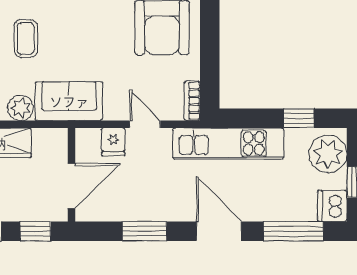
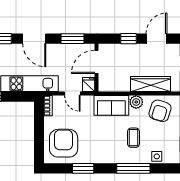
wall: (72, 175) -> (96, 68), moved
door: (72, 186) -> (96, 62), moved

